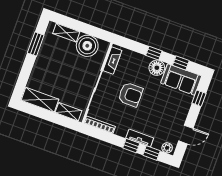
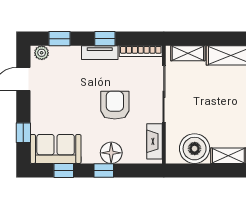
floor lamp: (157, 68) -> (111, 153), moved
armchair: (130, 95) -> (115, 105), turned 90
tv unit: (140, 138) -> (100, 53), moved
window: (131, 146) -> (105, 39), moved

